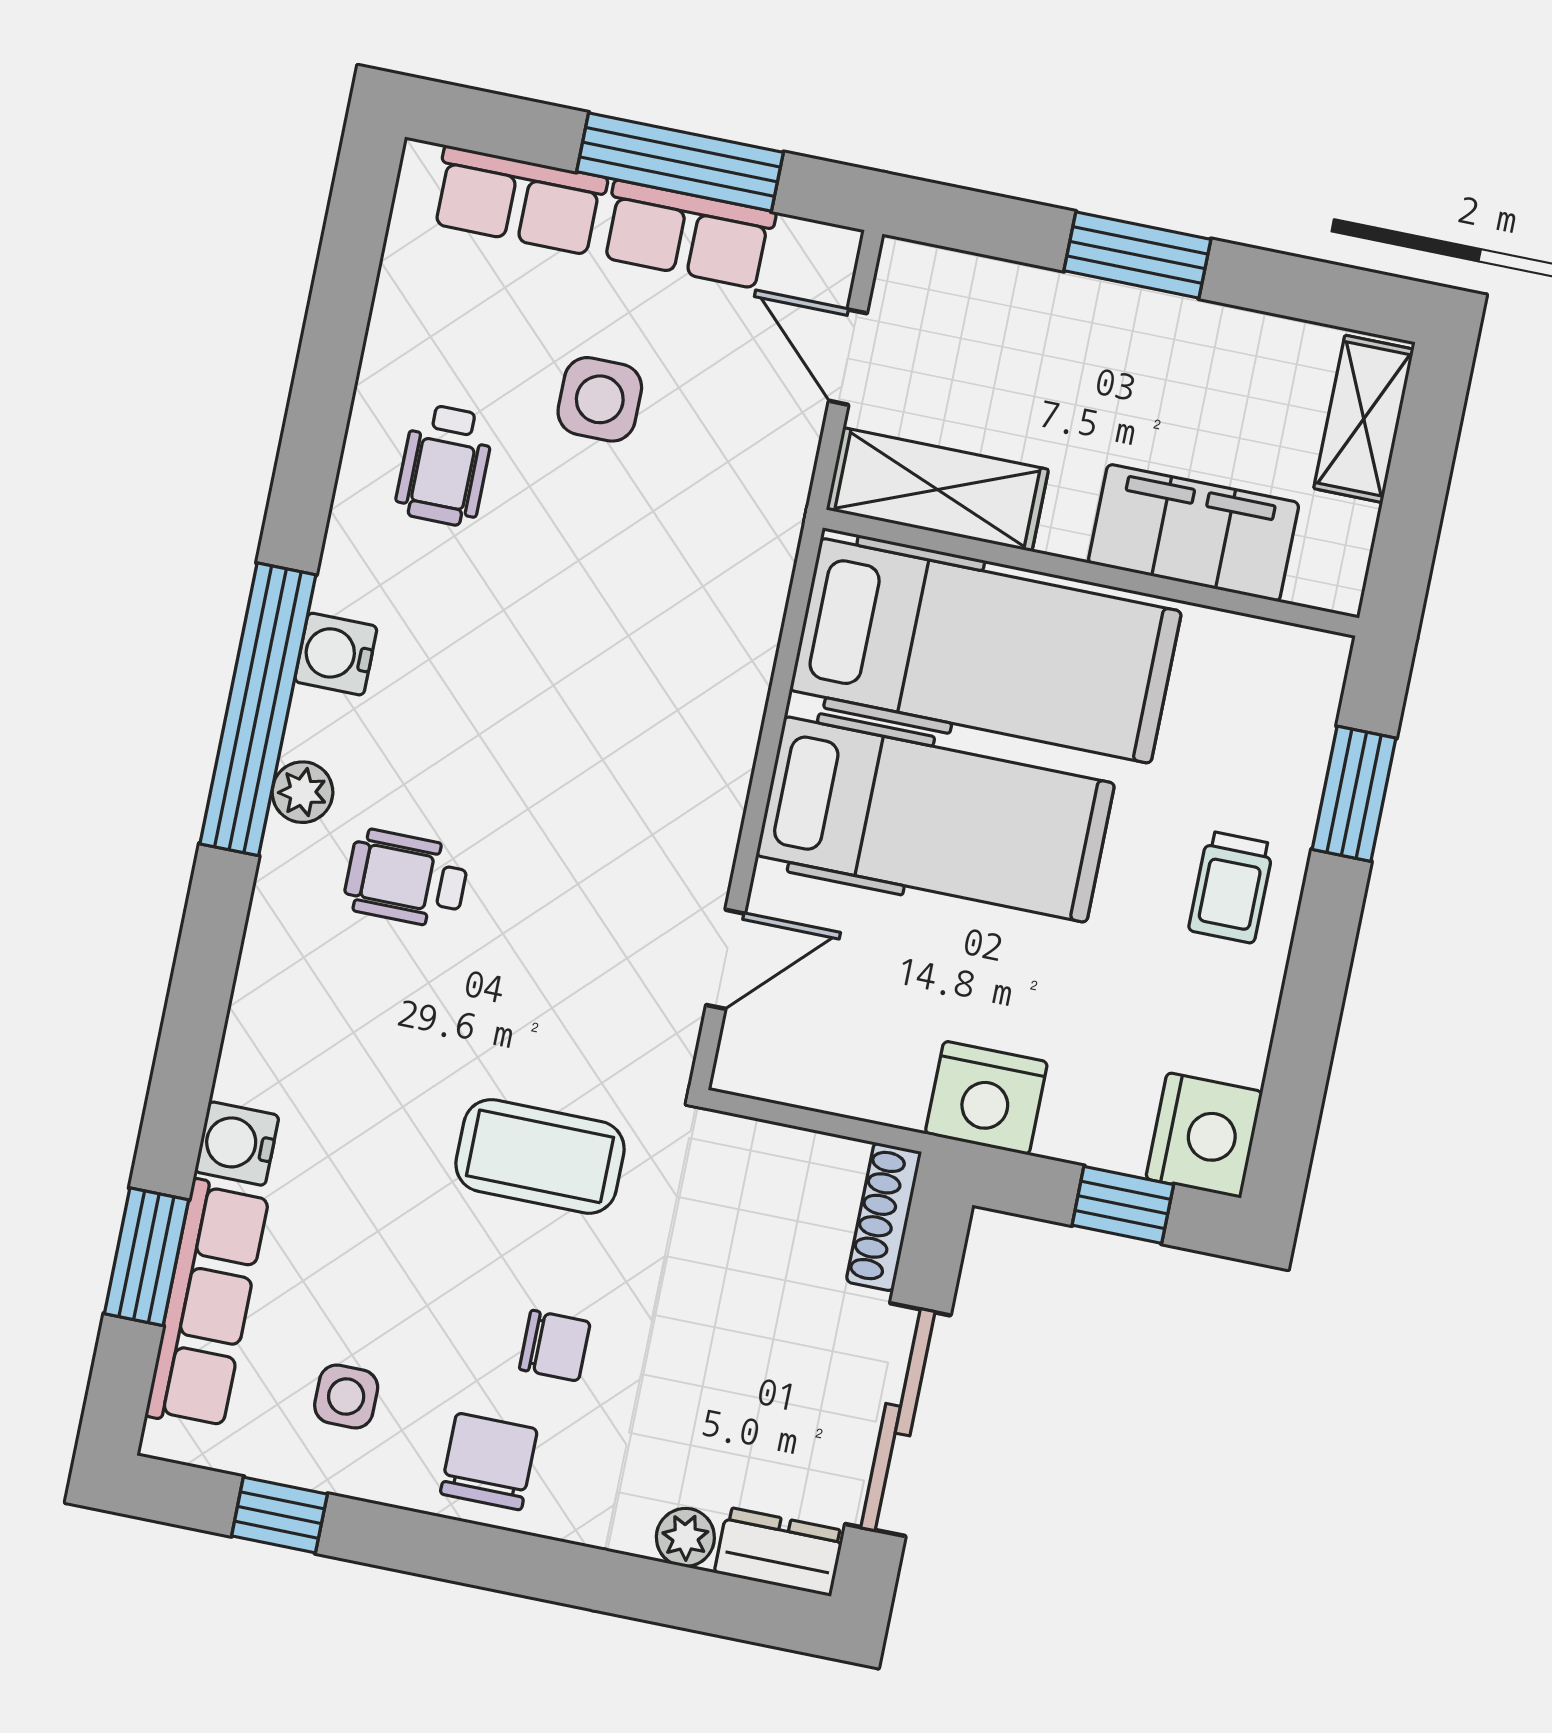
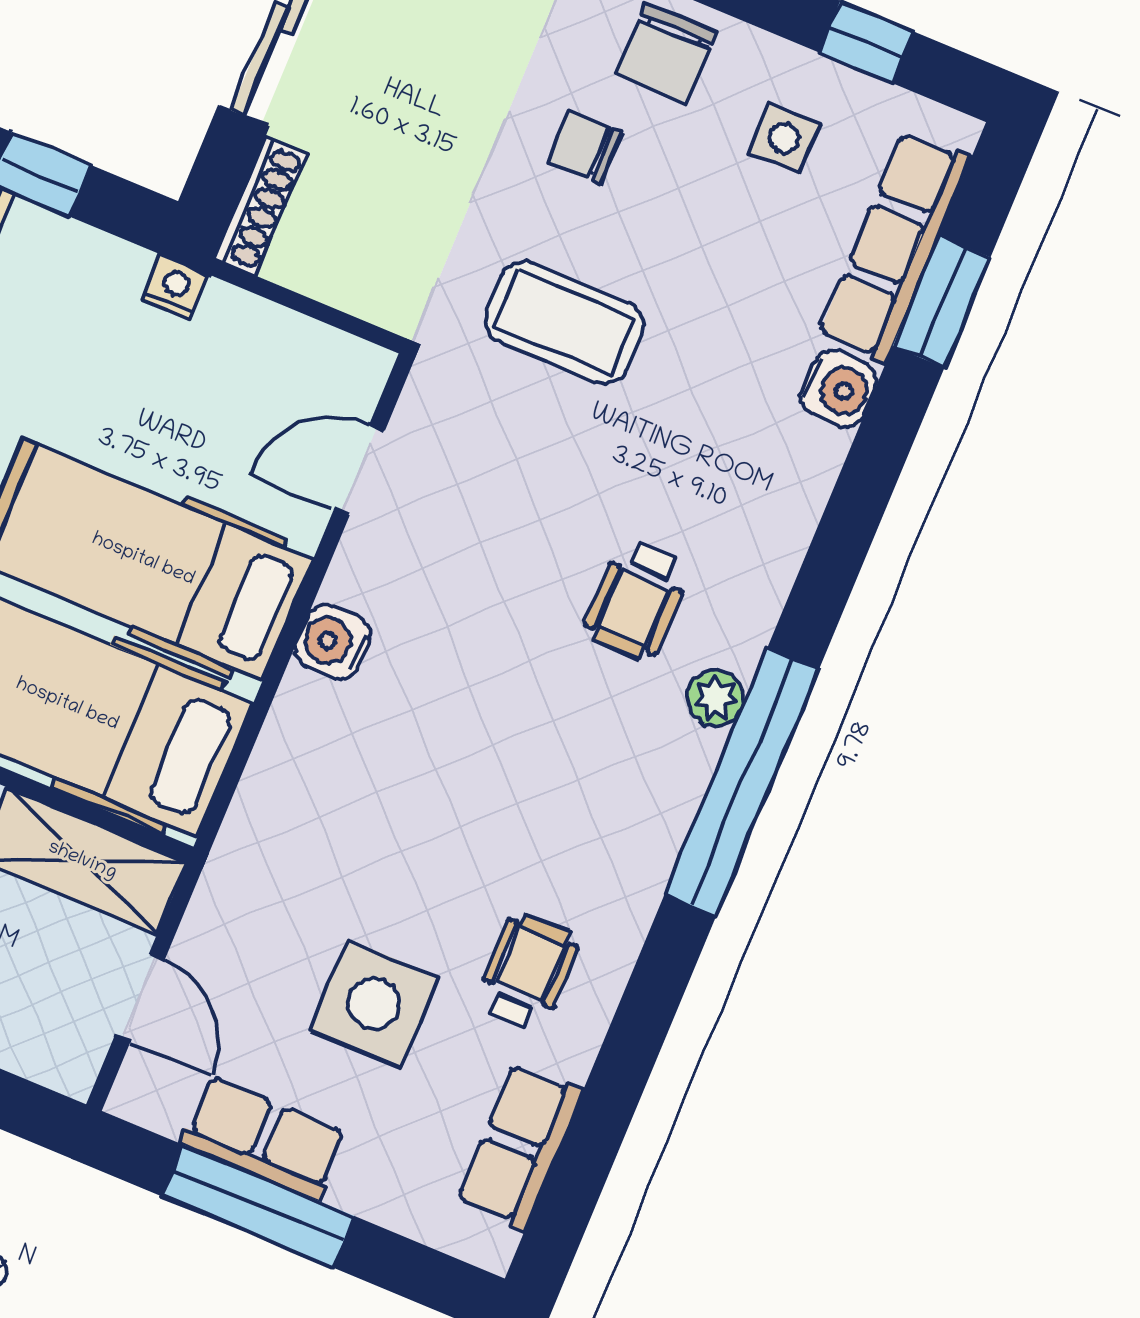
row of seats: (519, 201) -> (520, 1146), moved, turned -90
side table: (600, 399) -> (374, 1004), width x1.37, depth x1.37
water cooler: (336, 654) -> (332, 642), moved, turned 180
wheelchair: (406, 879) -> (637, 600), turned 90
nightstand: (986, 1098) -> (175, 287), width x0.53, depth x0.56

